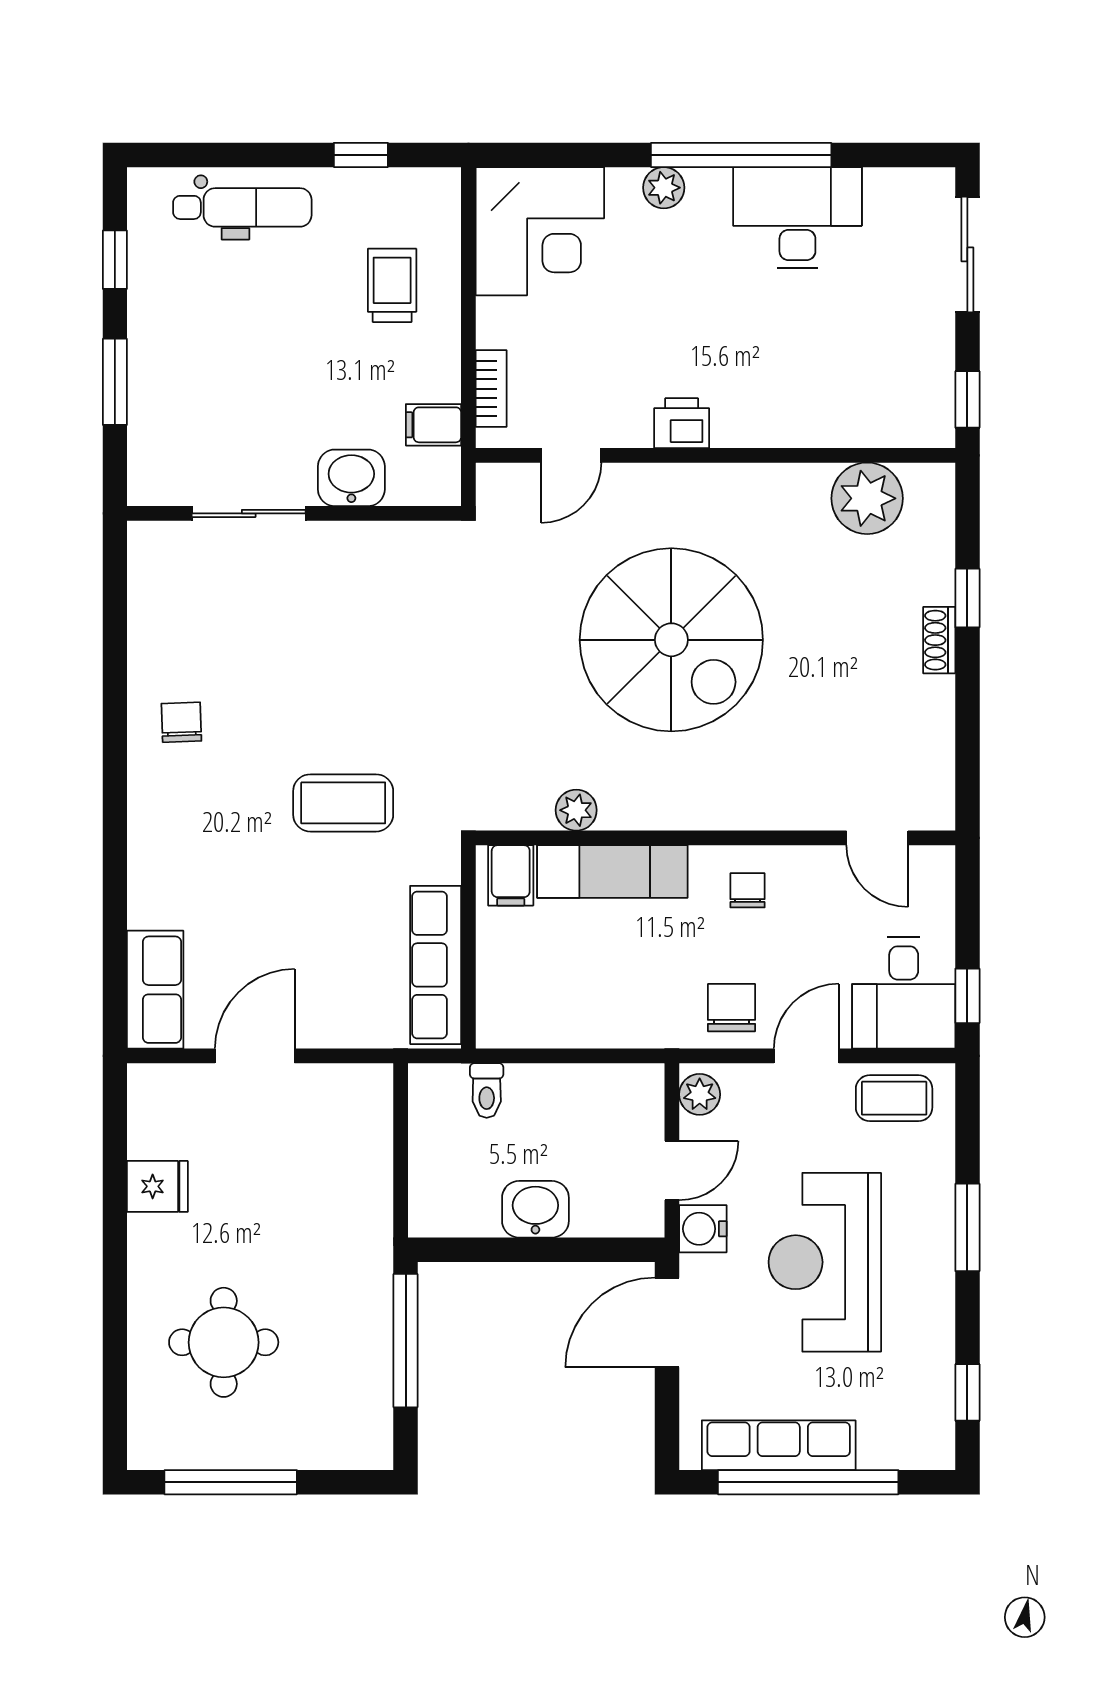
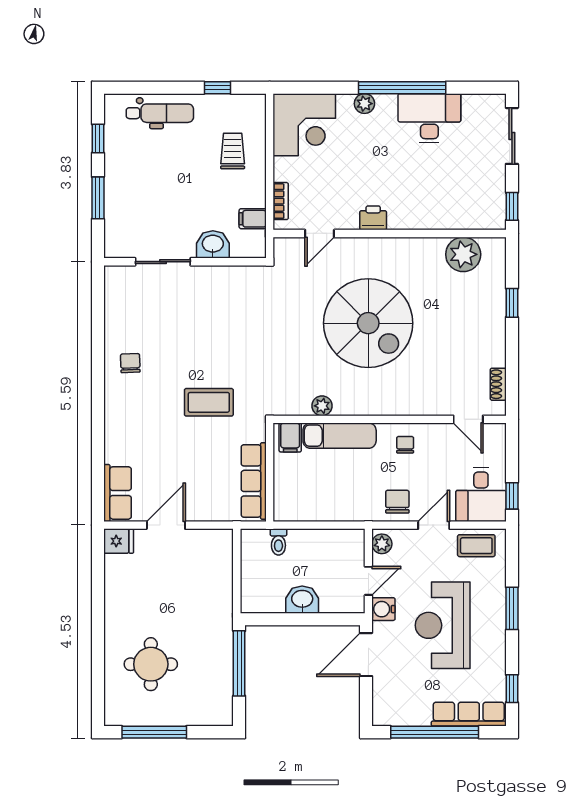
shoe rack: (939, 640) -> (498, 384), moved
fridge: (157, 1186) -> (119, 541), moved
row of seats: (779, 1445) -> (469, 714), moved

